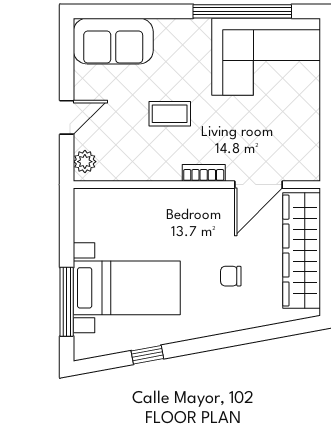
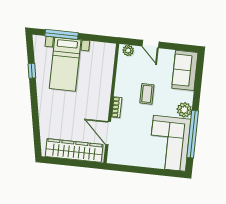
plant: (194, 34) -> (184, 110), added
chair: (231, 276) -> (65, 115), removed

